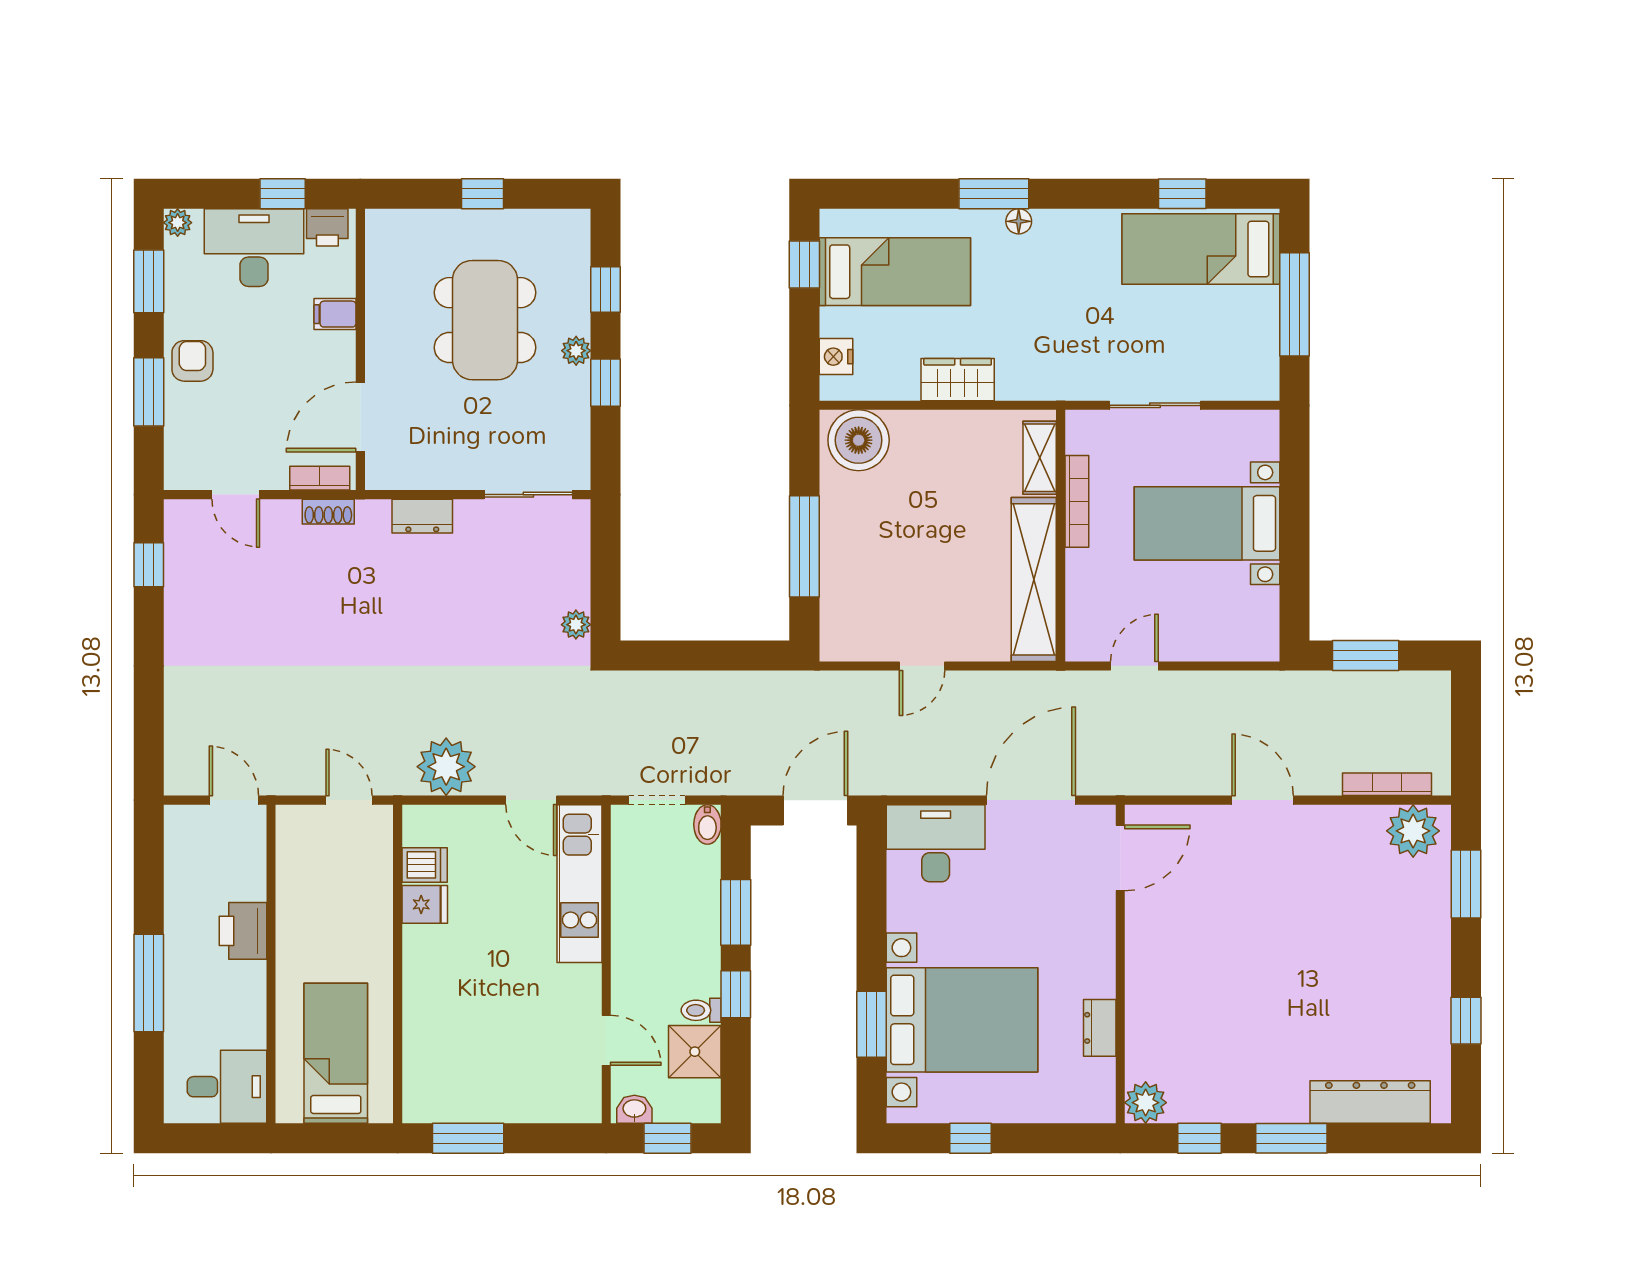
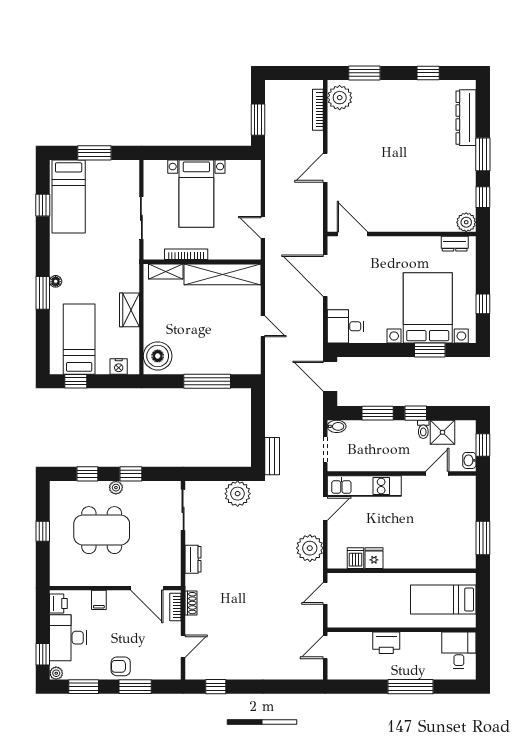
window: (283, 194) -> (43, 654), moved
window: (1295, 304) -> (94, 153), width x0.69
plant: (576, 625) -> (238, 494), width x1.87, depth x1.87
bench: (643, 686) -> (272, 456), added
desk: (936, 843) -> (345, 326), width x0.73
dresser: (1100, 1028) -> (455, 244), moved

